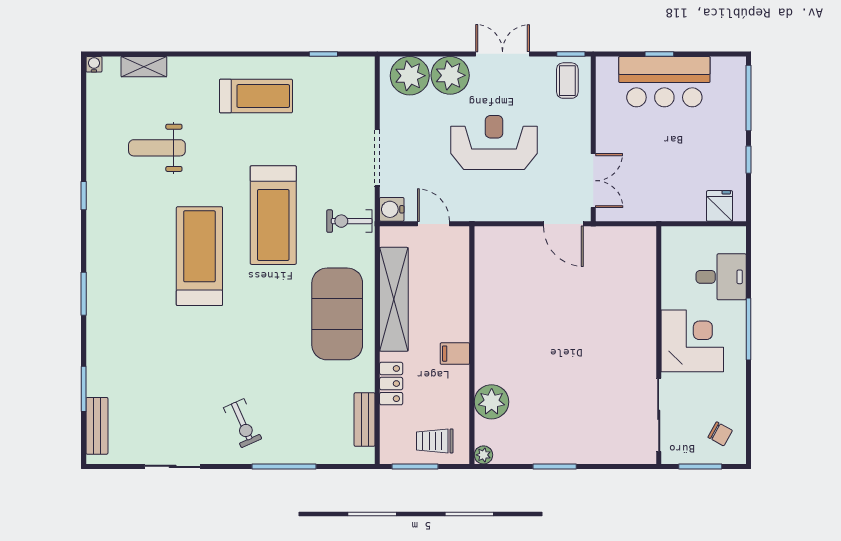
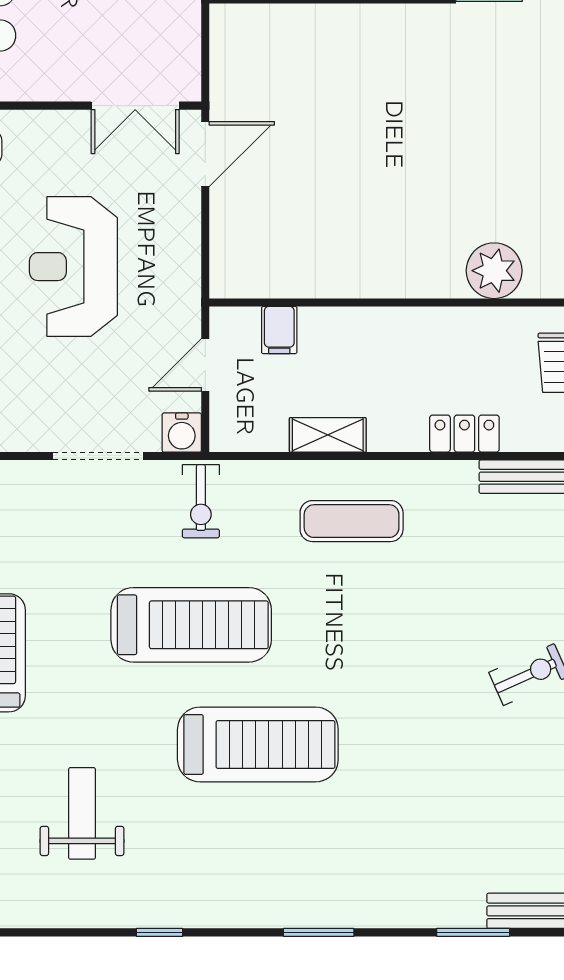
weight bench: (157, 148) -> (82, 813), turned 180
double door: (593, 181) -> (135, 106), swing flipped
treadmill: (199, 256) -> (258, 744), turned 180
shelving: (394, 299) -> (328, 435), width x0.45, depth x0.75
exercise mat: (337, 314) -> (352, 521), width x0.50, depth x0.69
filing cabinet: (455, 354) -> (279, 330), moved

